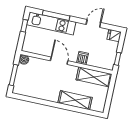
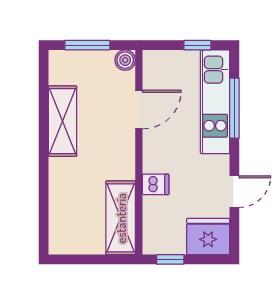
door: (93, 24) -> (234, 192), hinge flipped
fridge: (114, 36) -> (208, 236), width x1.88, depth x1.34
door: (59, 61) -> (139, 110), moved
shelving: (75, 100) -> (62, 121), moved

